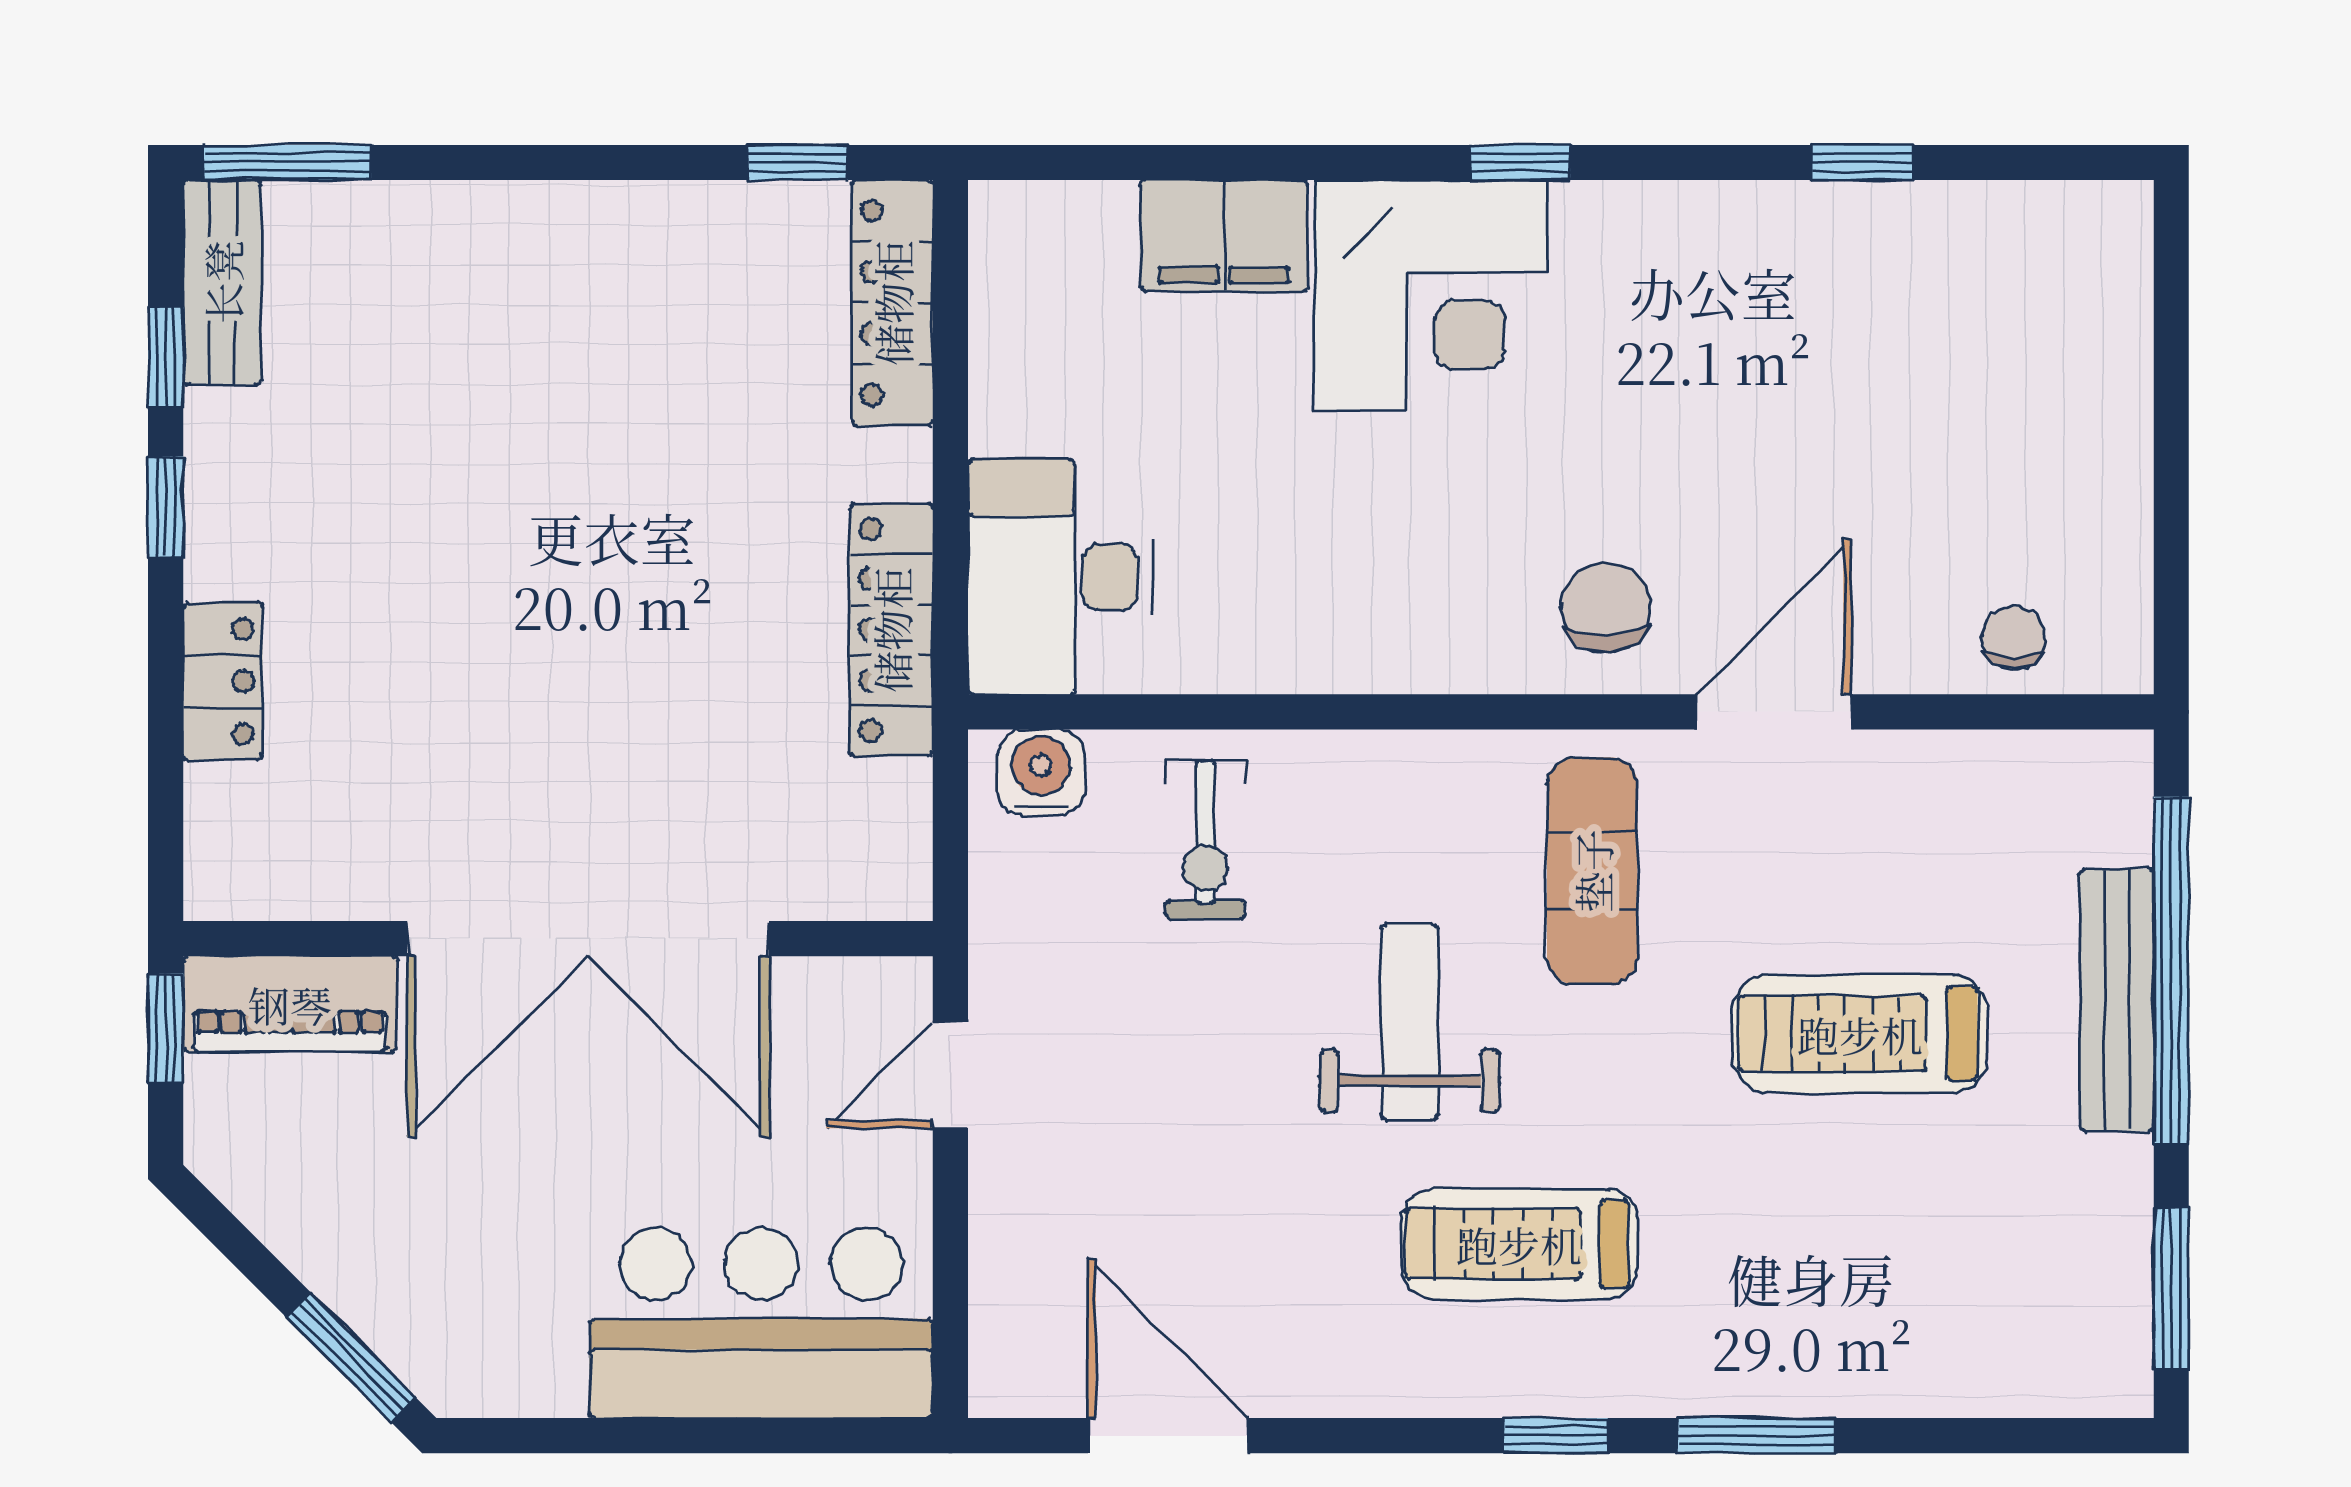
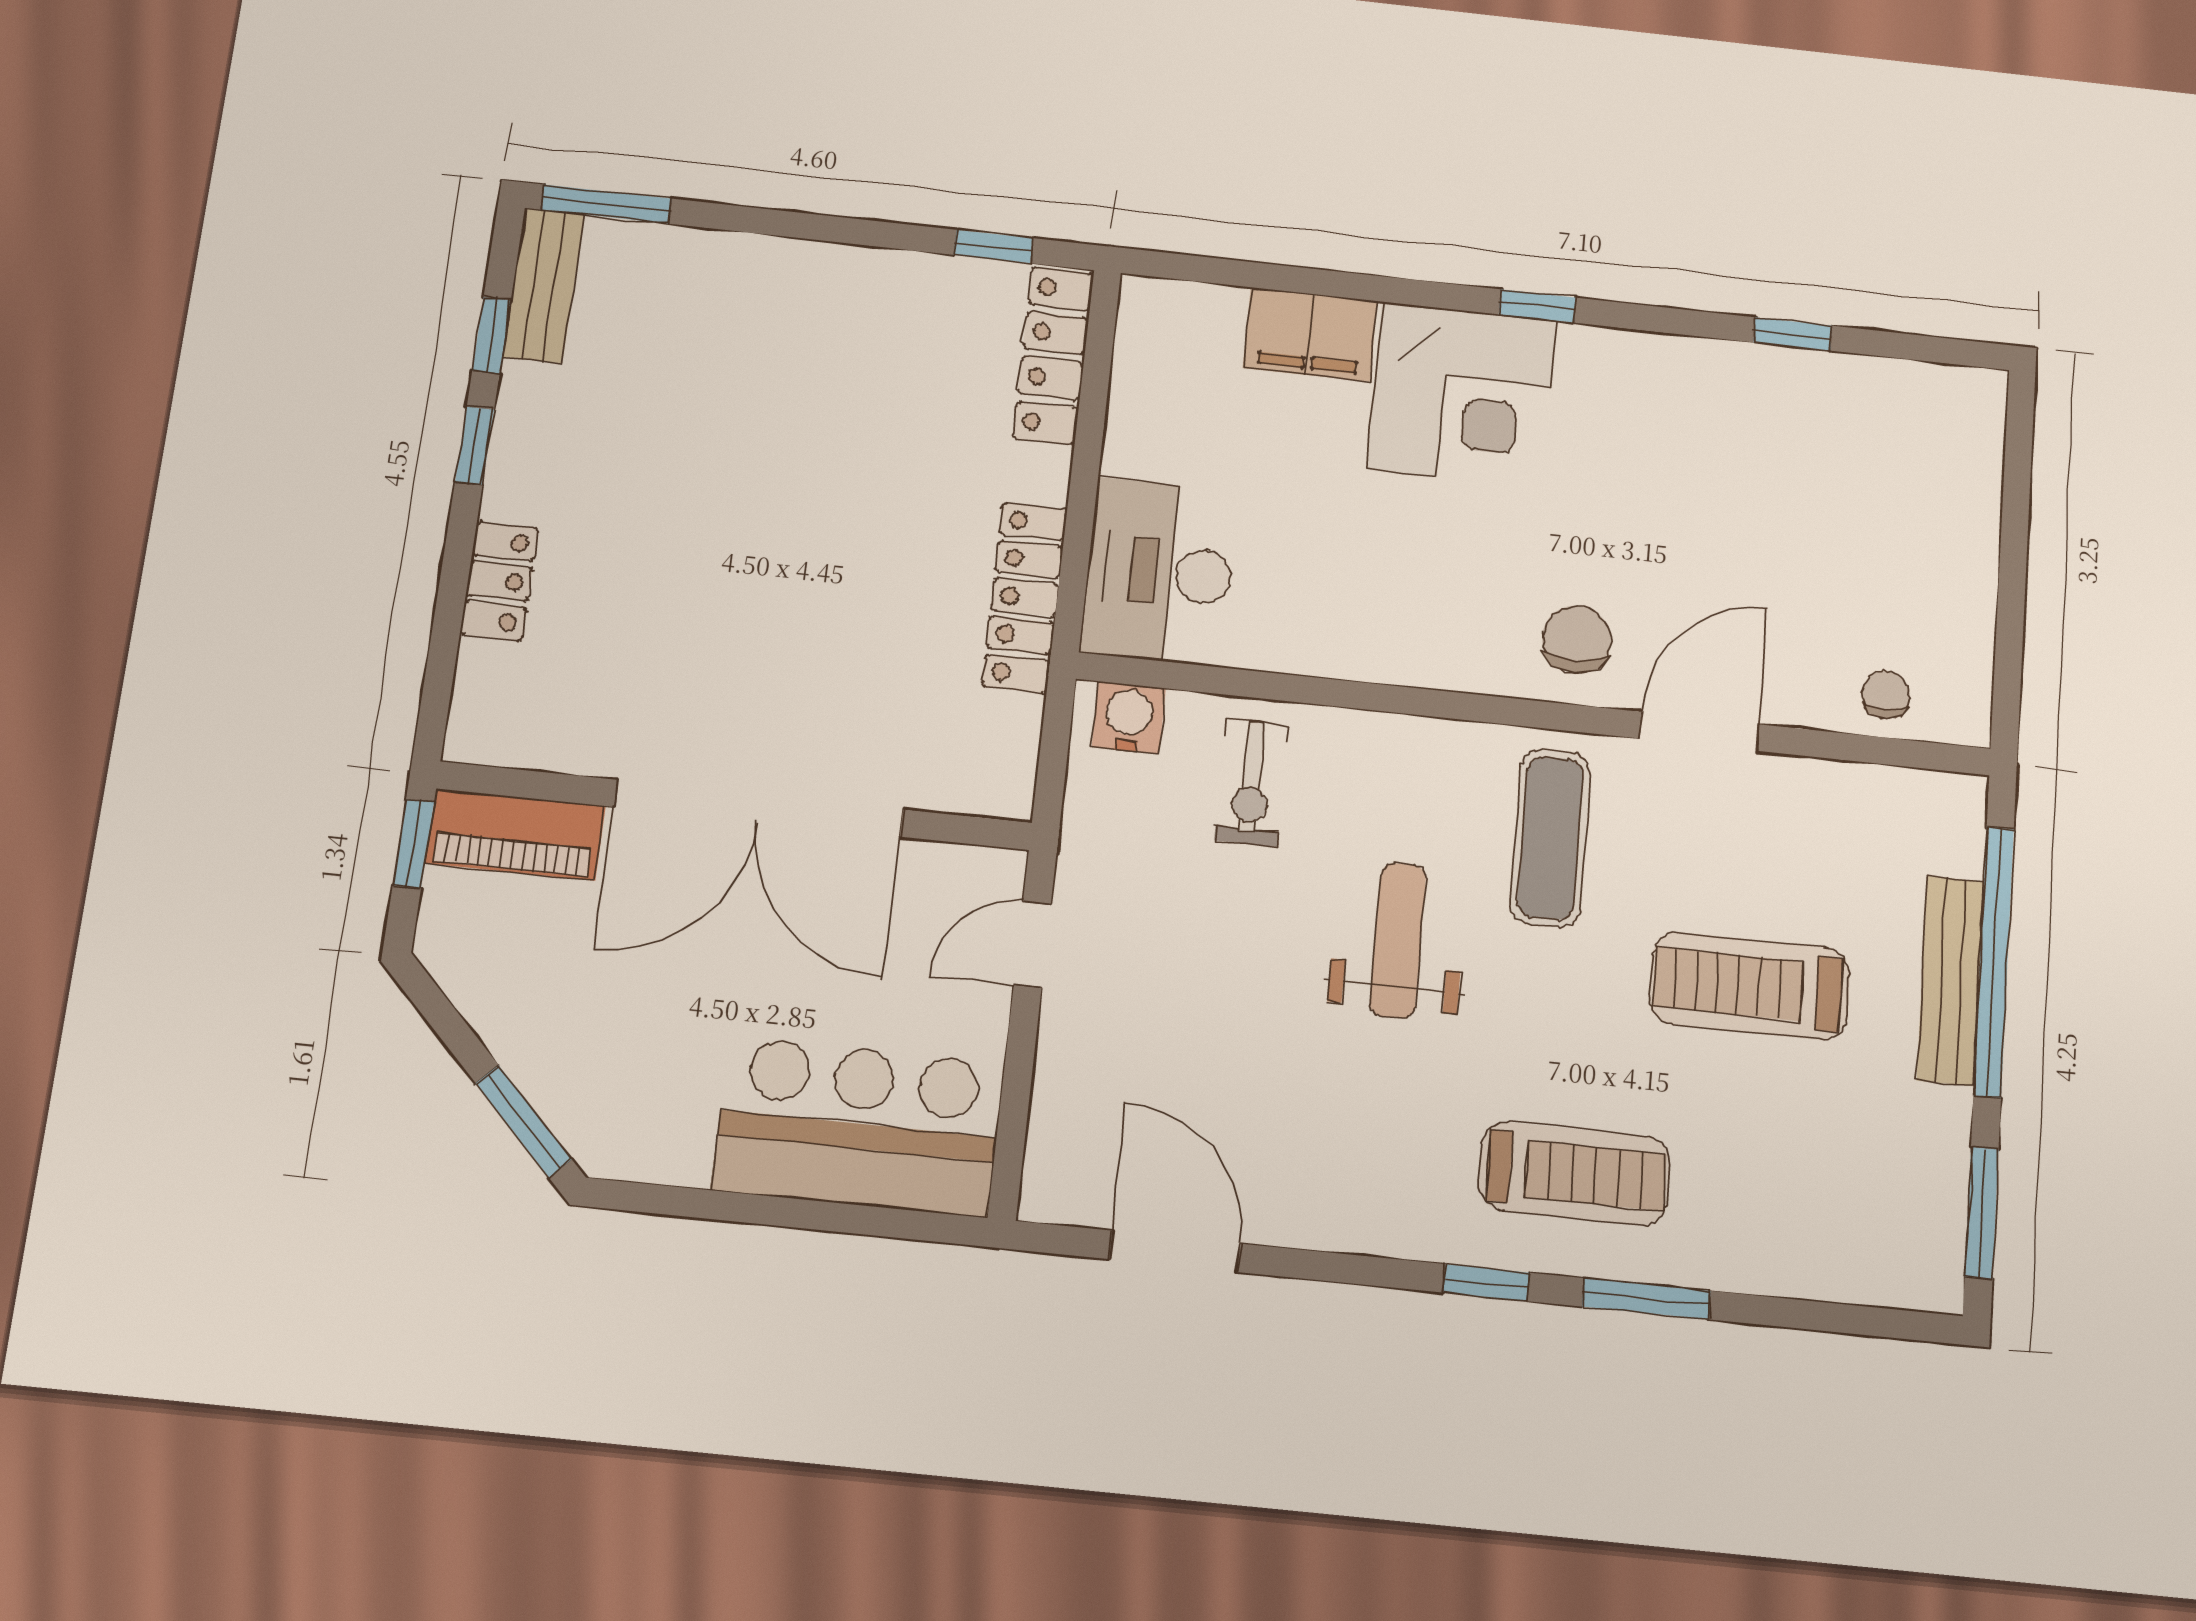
treadmill: (1519, 1244) -> (1575, 1173), moved, turned 180

